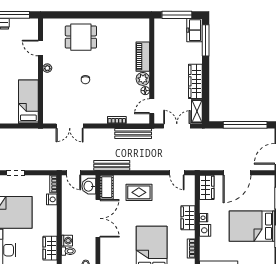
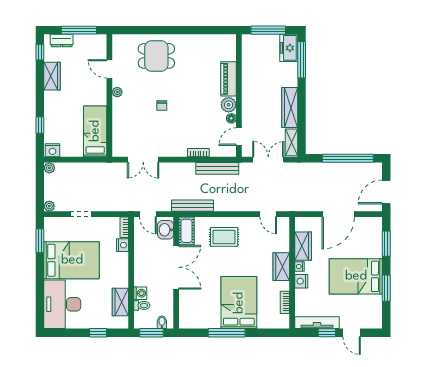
wardrobe: (207, 187) -> (303, 246), moved

